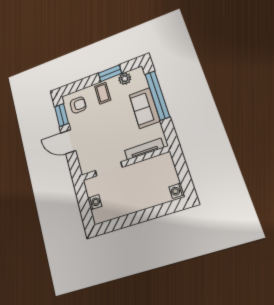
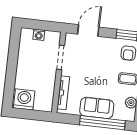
door: (68, 142) -> (88, 31), moved
washing machine: (177, 191) -> (24, 99), width x1.89, depth x1.89

